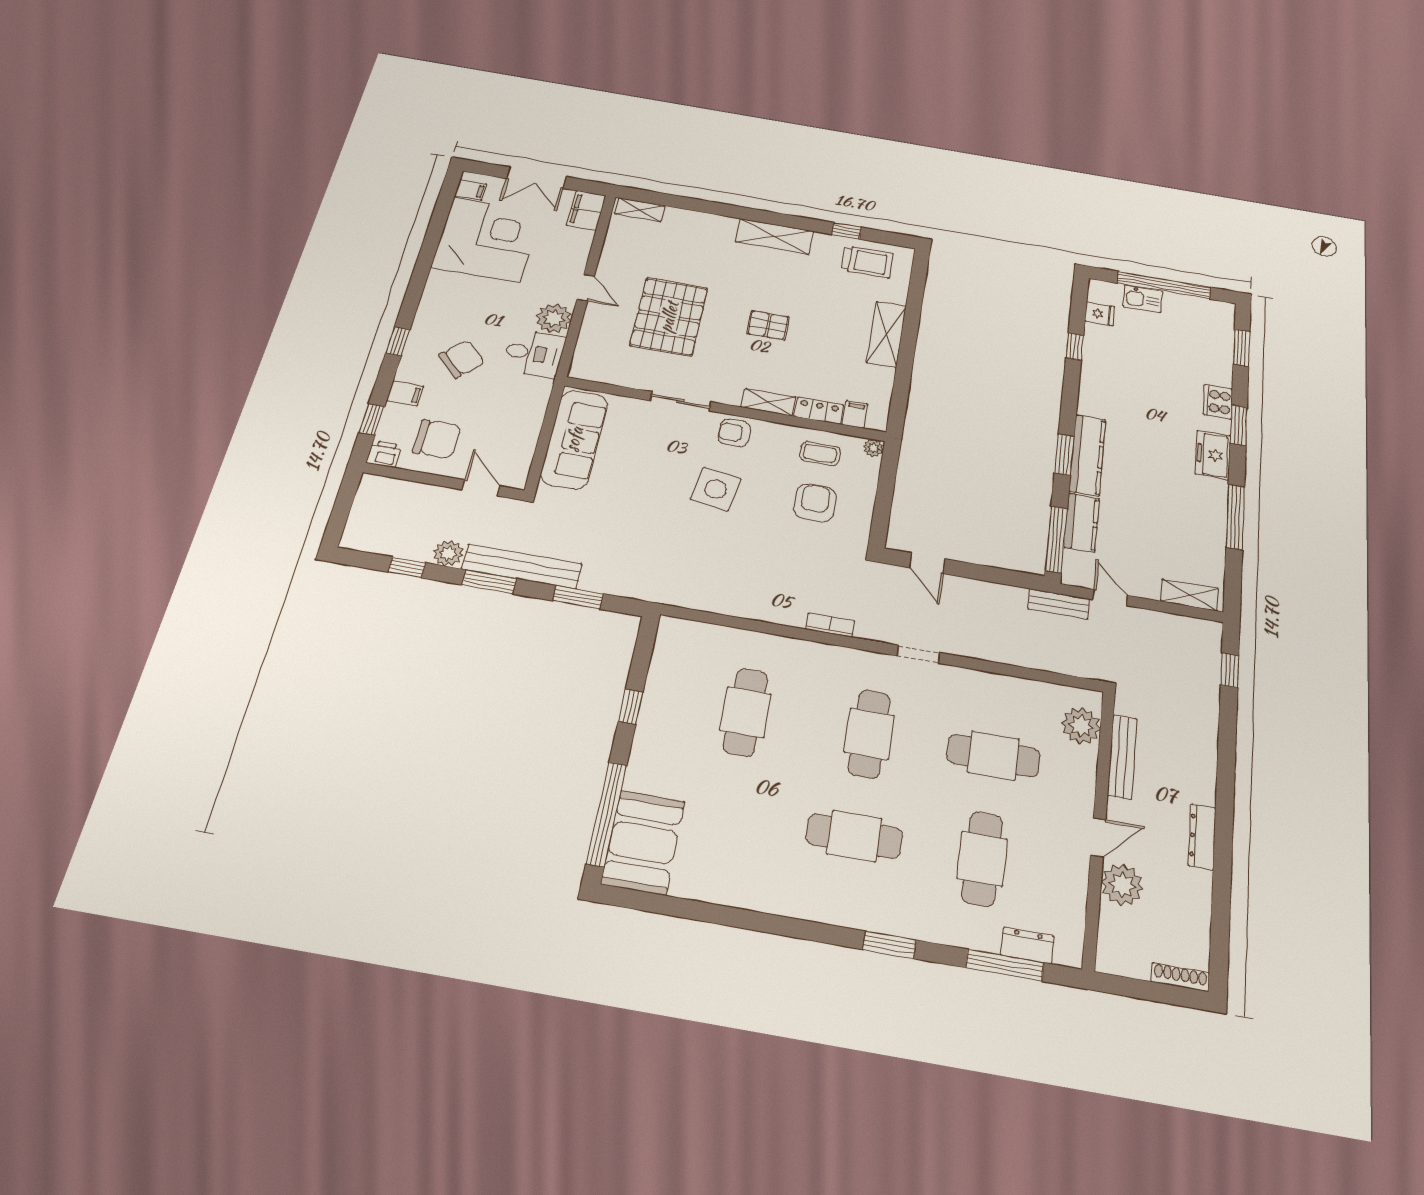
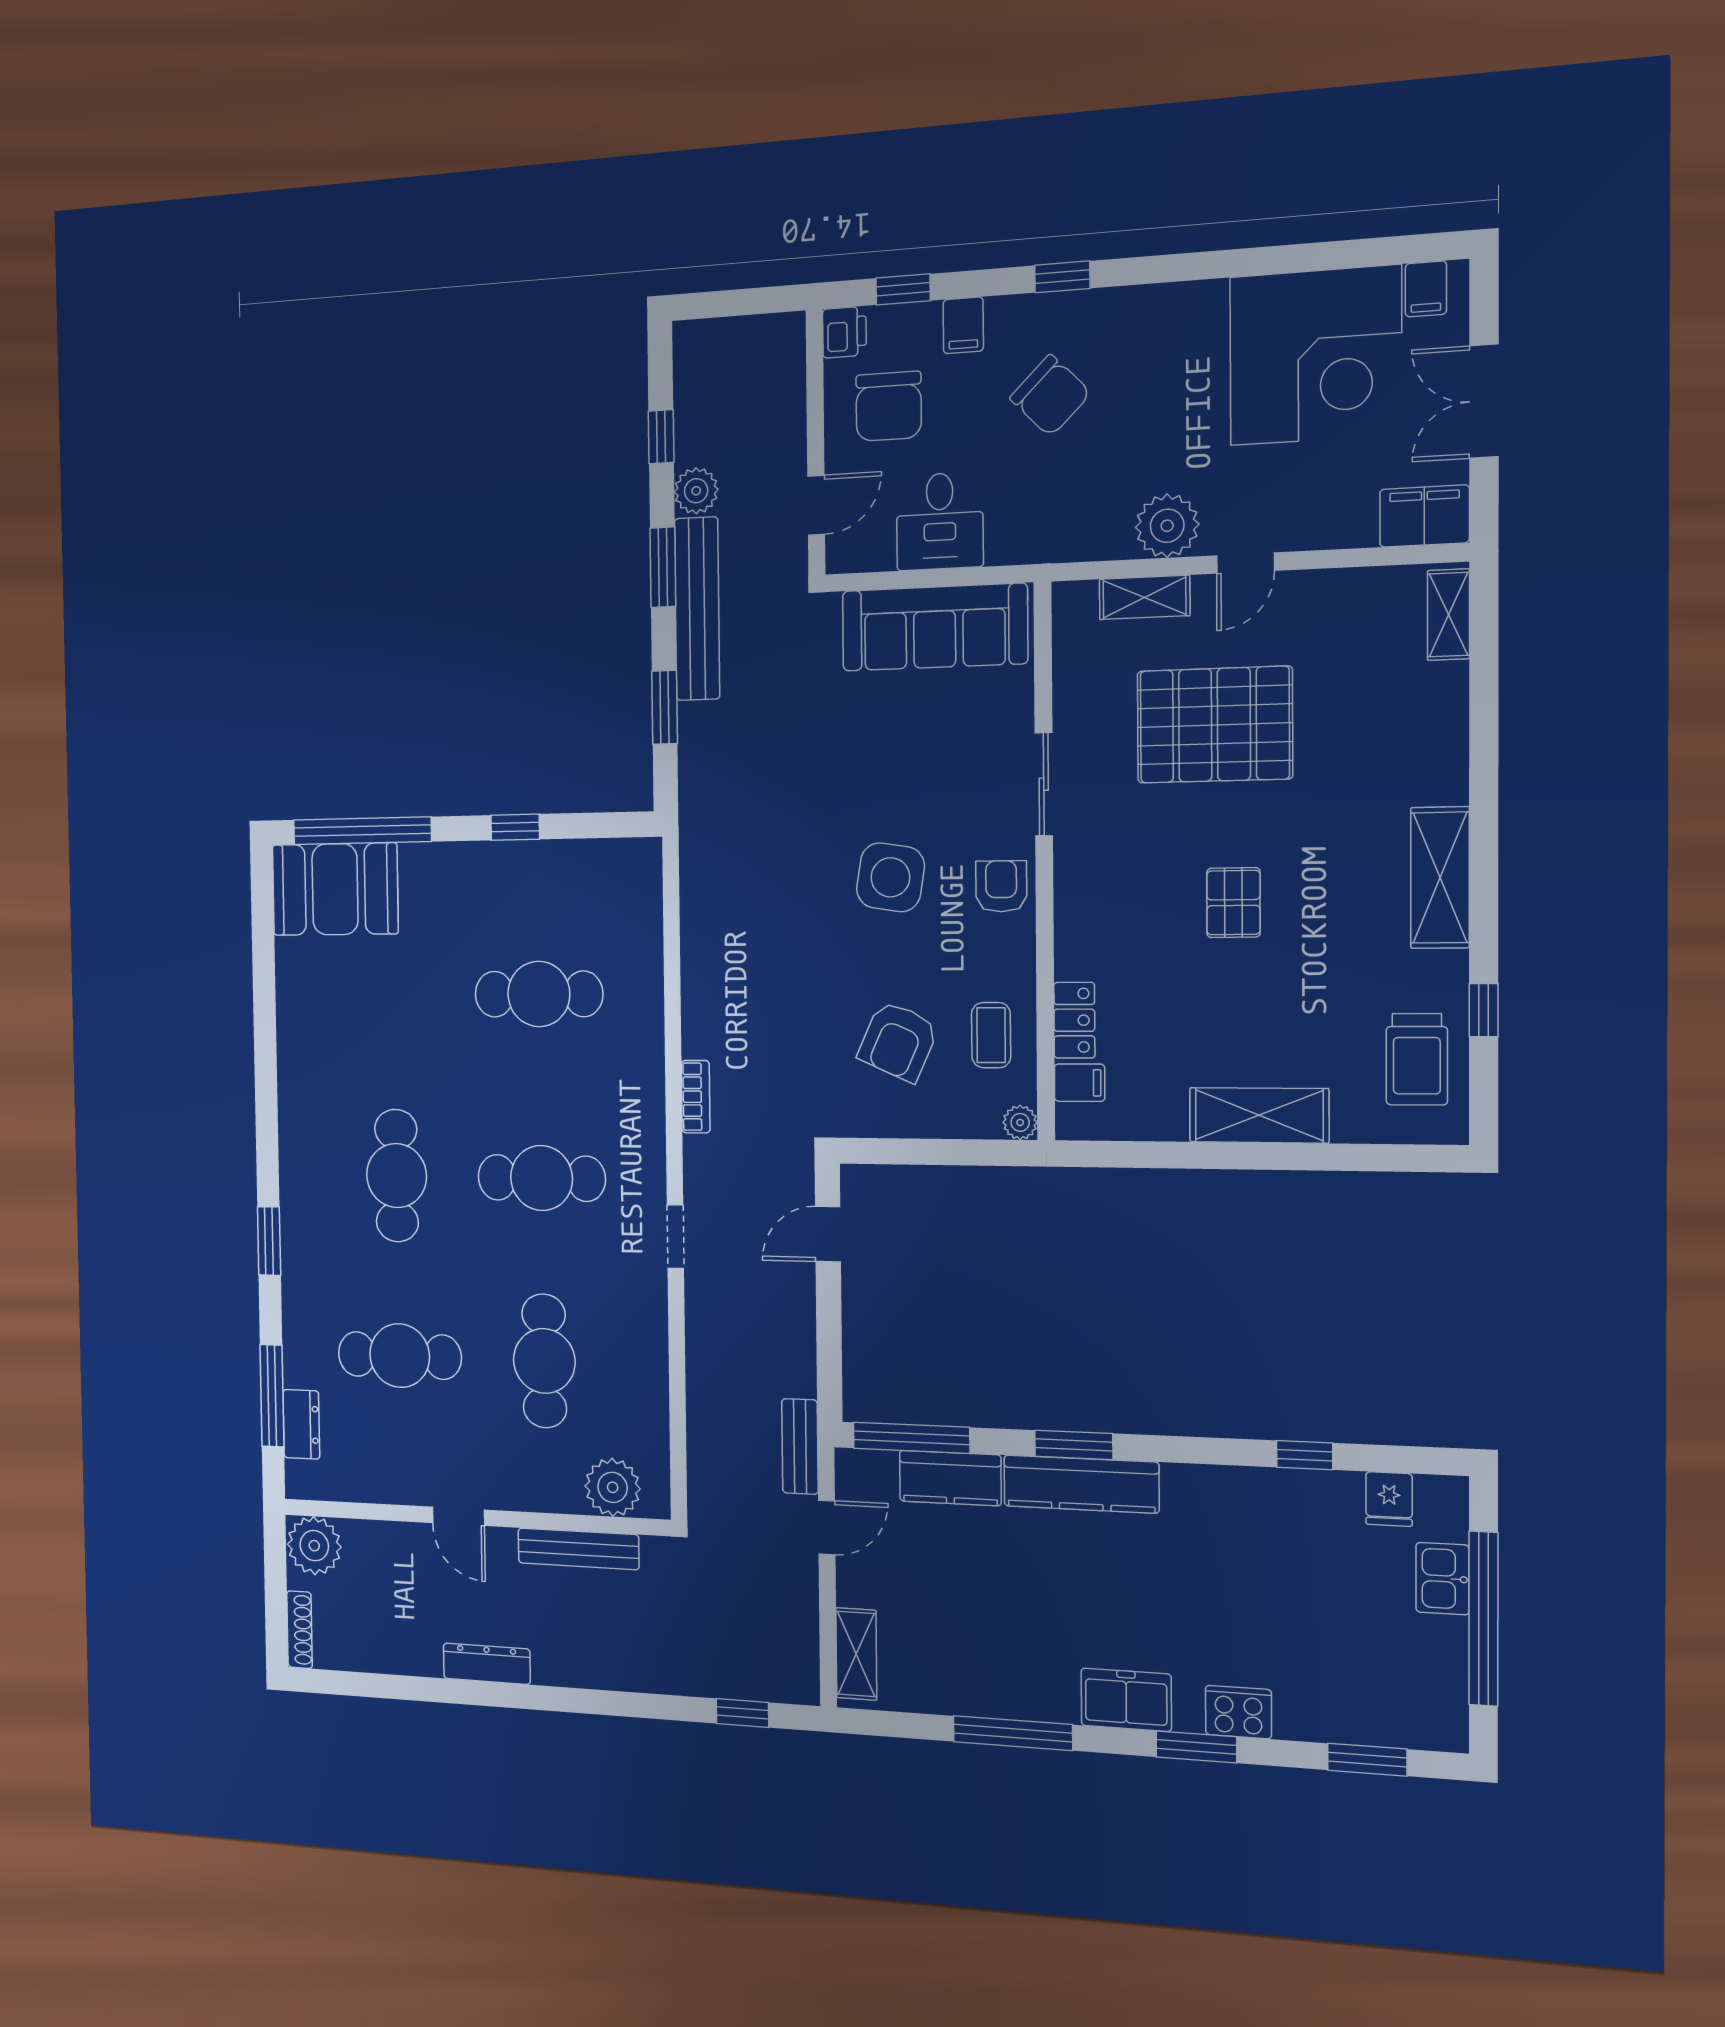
desk: (534, 353) -> (940, 521), moved
shelving: (768, 402) -> (1144, 597), moved, turned 90
armchair: (815, 503) -> (898, 1041), turned 114
plant: (1122, 885) -> (314, 1546), moved

